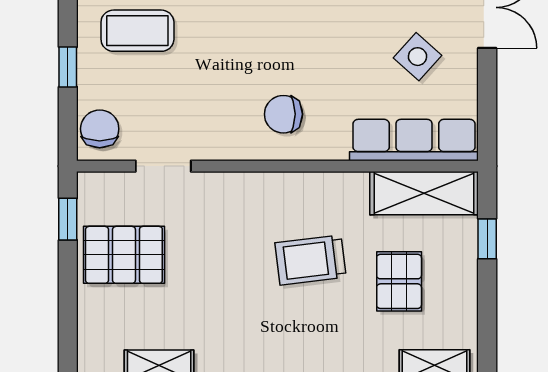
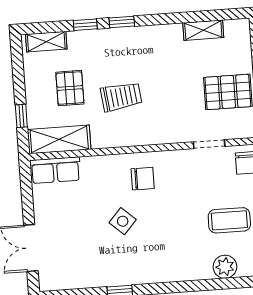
side table: (418, 57) -> (123, 221), moved
row of seats: (414, 140) -> (55, 170), width x0.68

